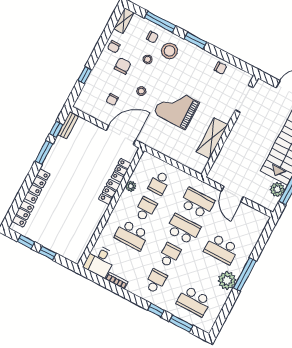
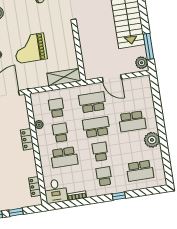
shelving: (212, 138) -> (64, 77), moved, turned 90
locker: (121, 170) -> (35, 187), moved
school desk: (159, 183) -> (56, 108), turned 180
plant: (277, 189) -> (142, 63), moved
window: (245, 274) -> (161, 127), removed
window: (181, 323) -> (142, 192), removed

